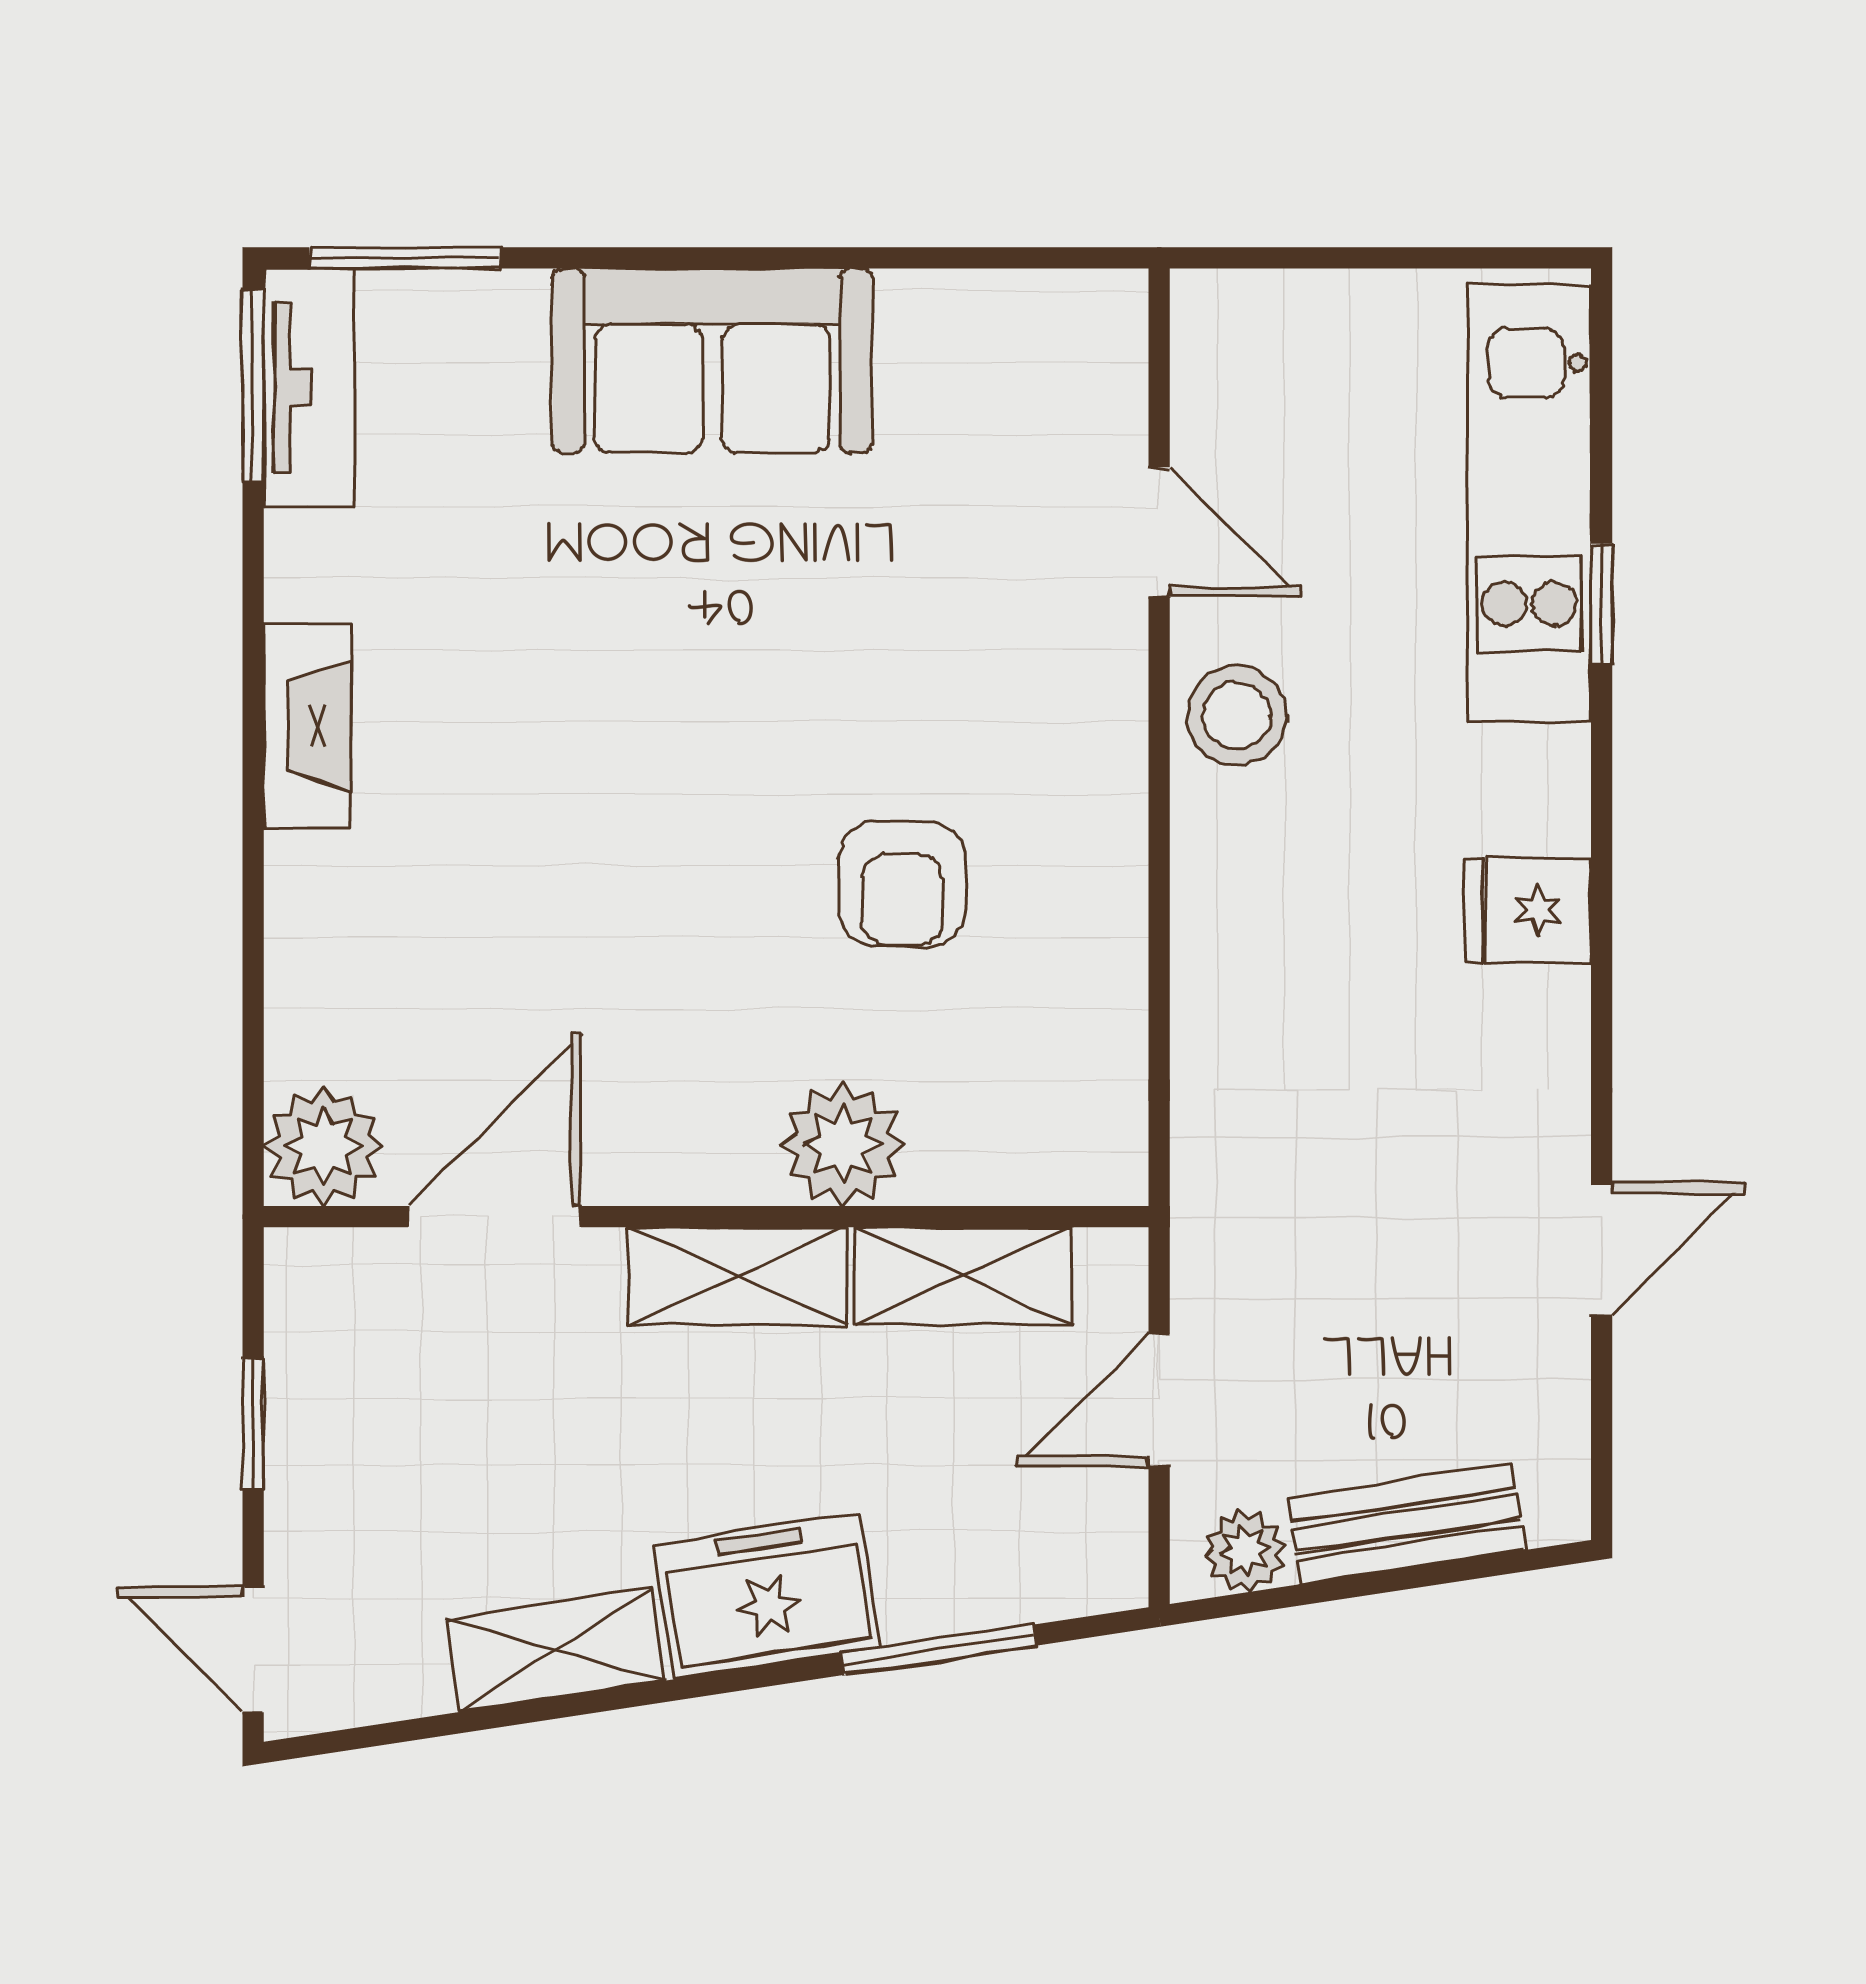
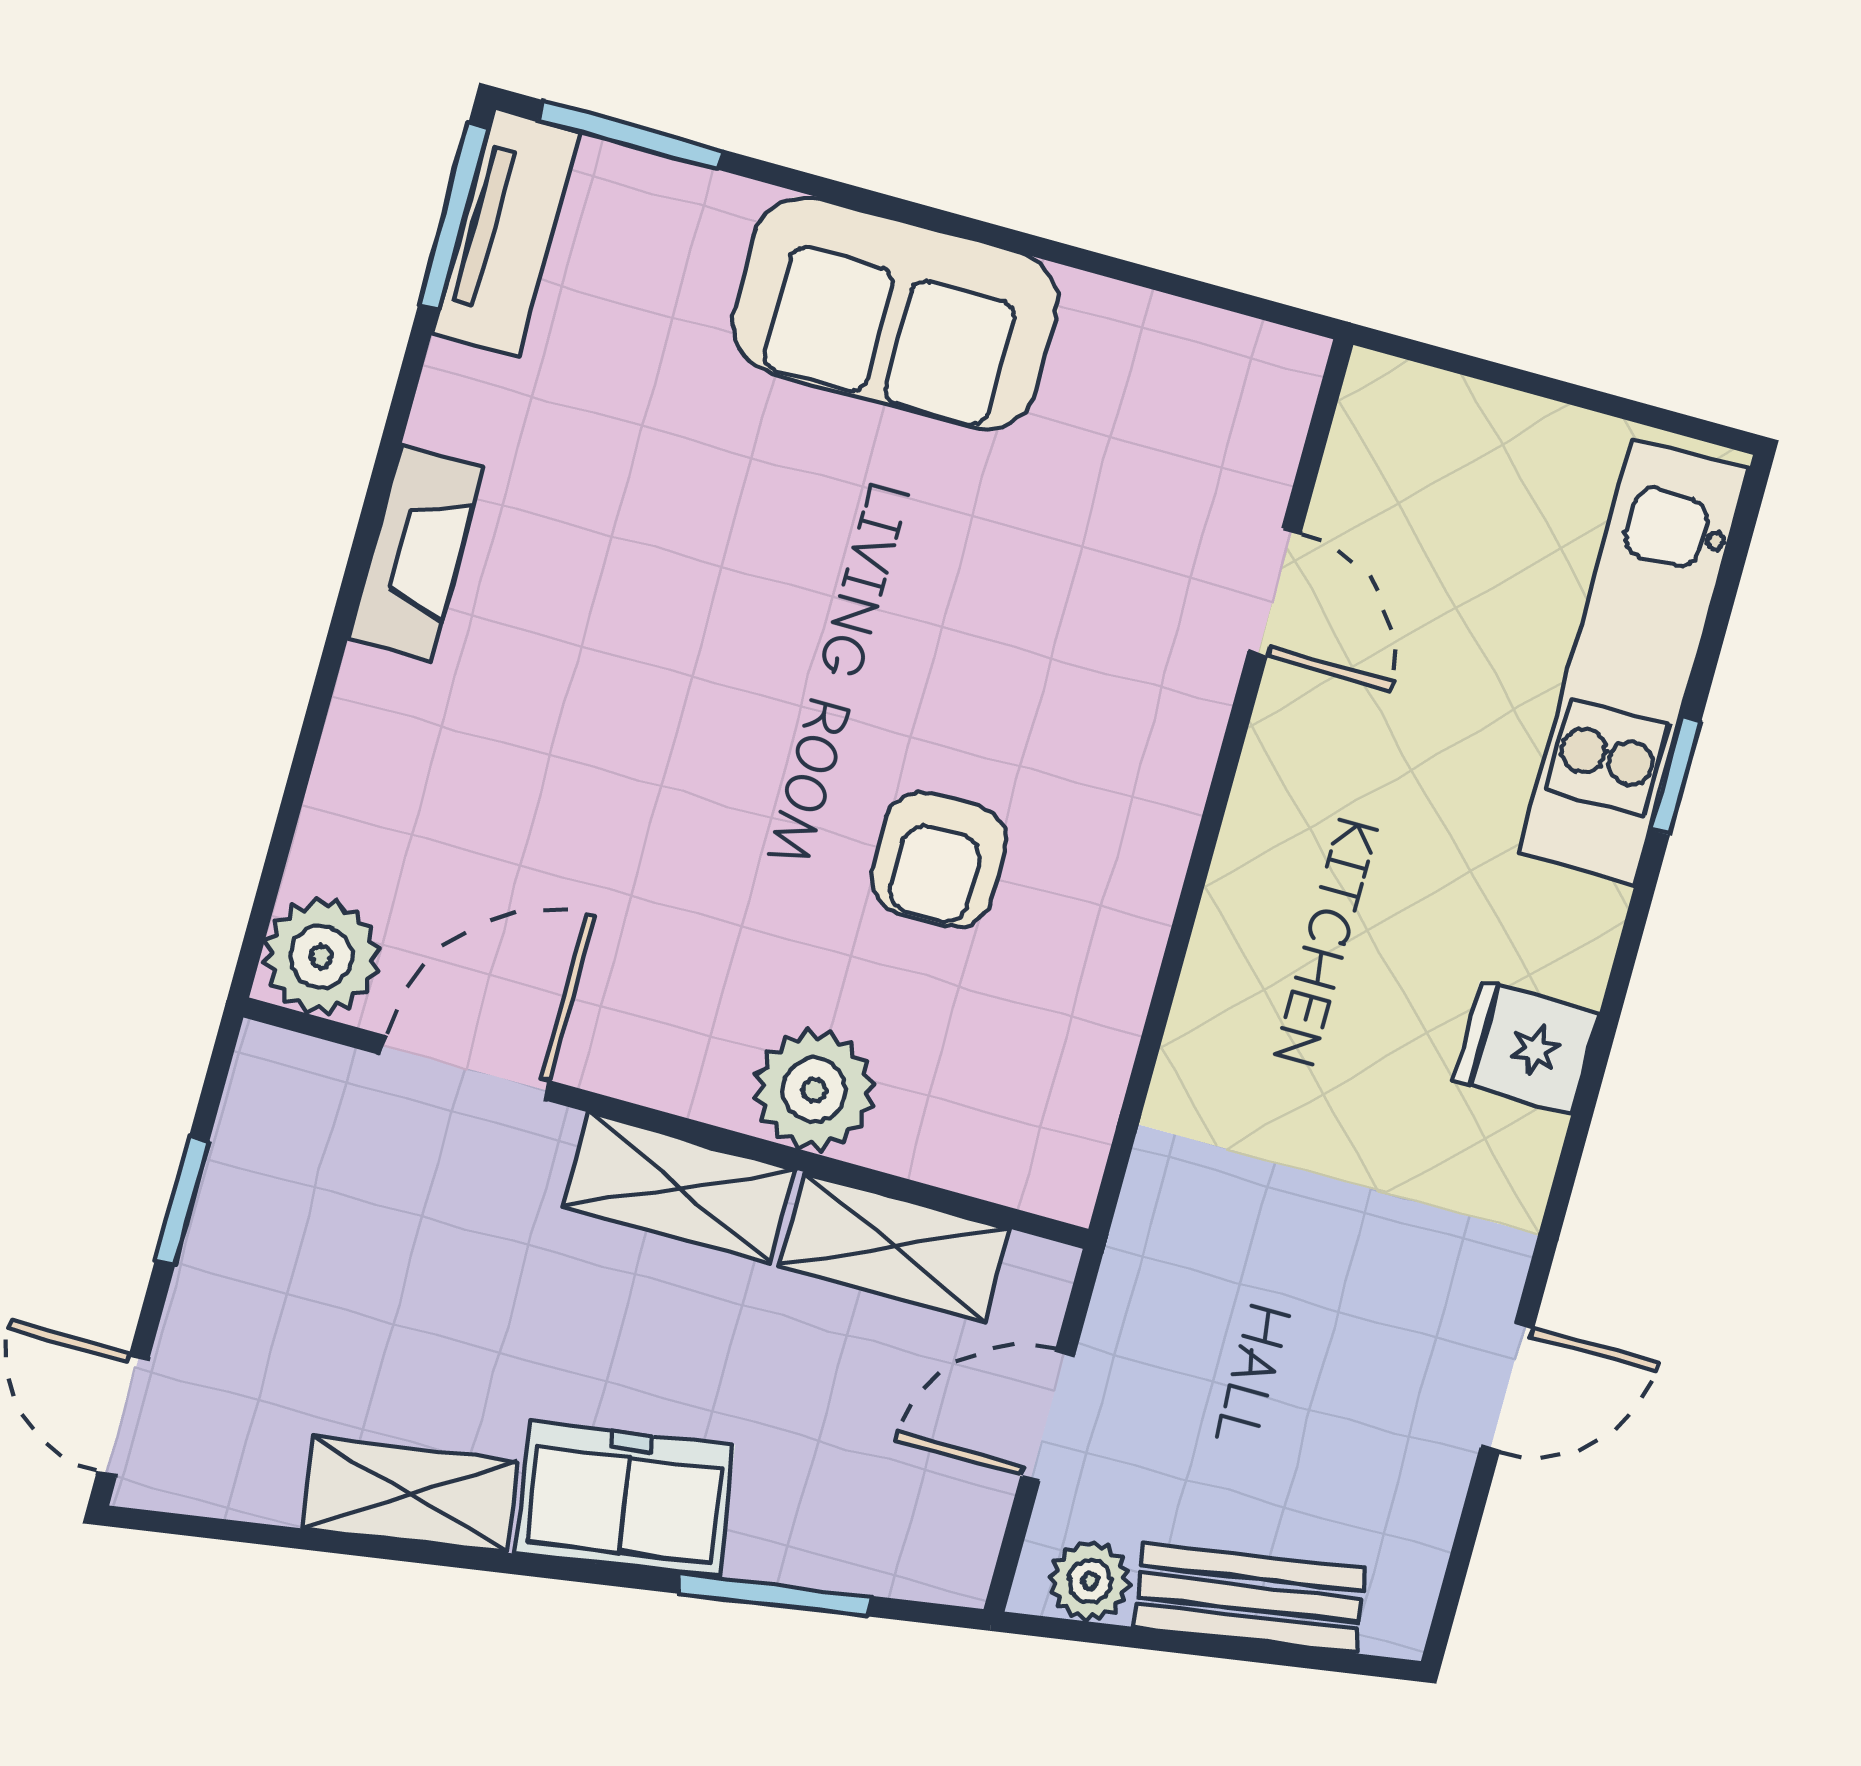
stool: (1237, 715) -> (1300, 786), removed

